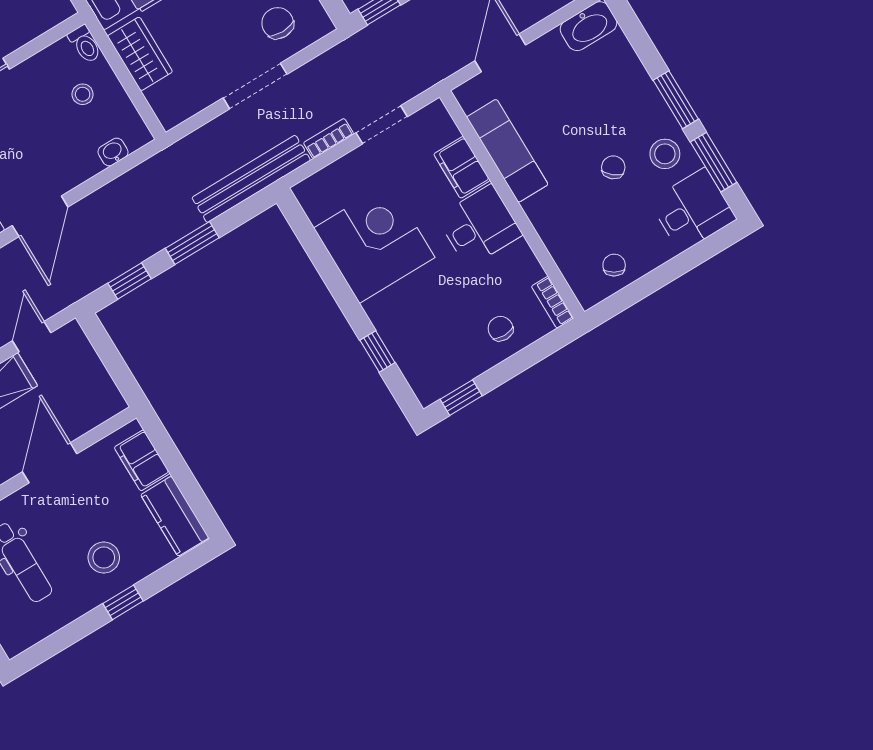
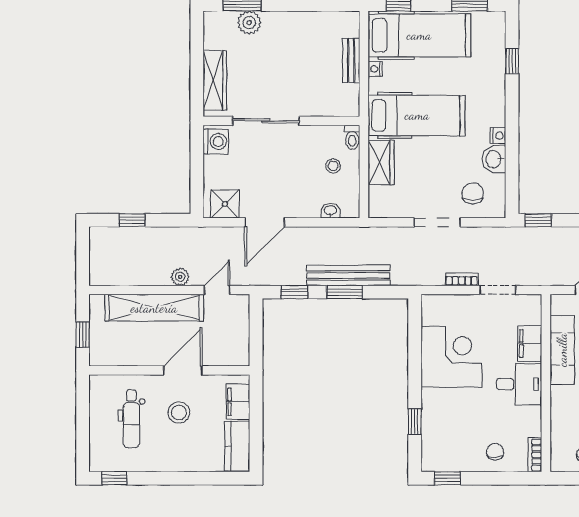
bench: (251, 179) -> (348, 275), moved
stool: (104, 558) -> (179, 413), moved
window: (123, 602) -> (114, 478), moved

